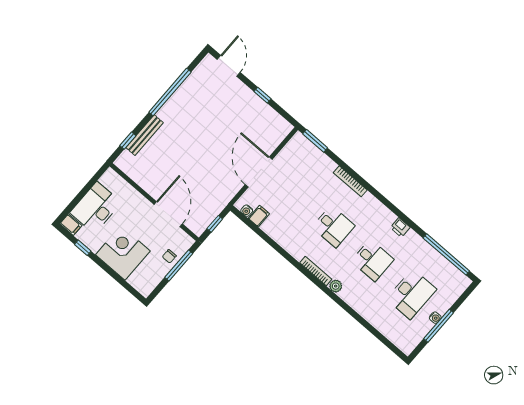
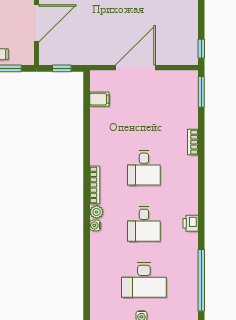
window: (262, 95) -> (201, 49), moved
bookcase: (350, 181) -> (193, 142), width x0.64
water cooler: (247, 211) -> (95, 225), moved

